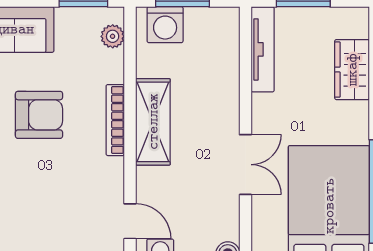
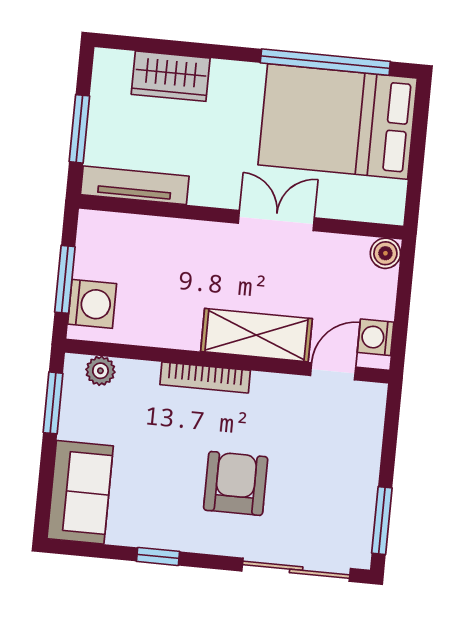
armchair: (39, 115) -> (236, 483), moved
shelving: (153, 122) -> (256, 335), moved

